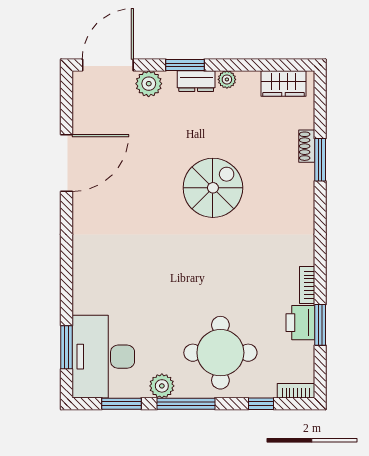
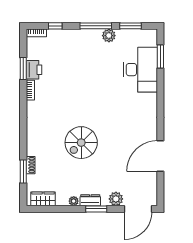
window: (320, 160) -> (23, 172), moved
round table: (220, 353) -> (77, 53), removed
desk: (103, 357) -> (140, 70), moved

